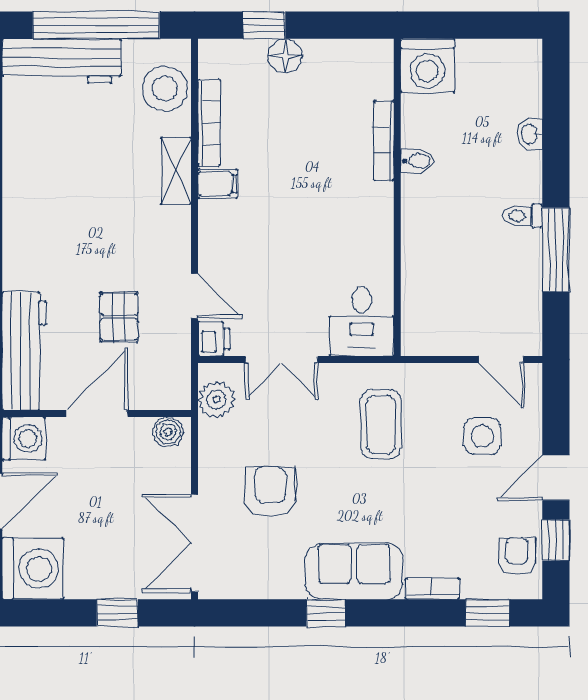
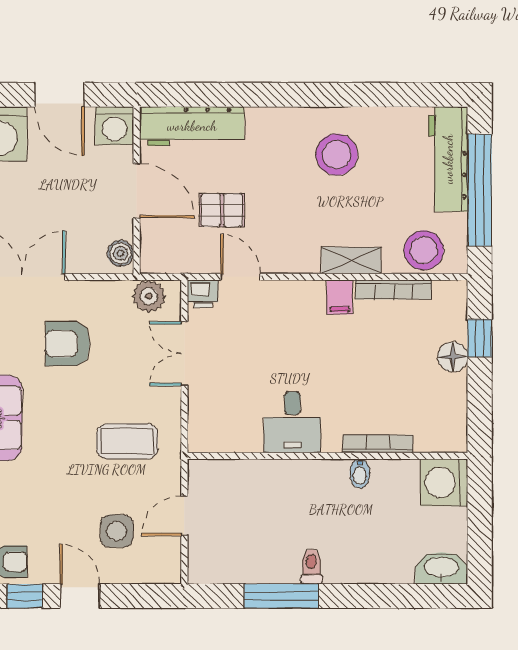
washbasin: (530, 134) -> (442, 568), moved, width x1.91, depth x1.45
stool: (56, 187) -> (337, 155), added
door: (195, 296) -> (240, 277), swing flipped
desk: (362, 322) -> (292, 422), moved, turned -90
door: (501, 360) -> (184, 516), moved
armchair: (270, 492) -> (67, 344), turned 180

